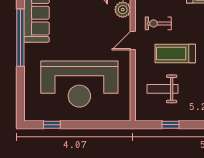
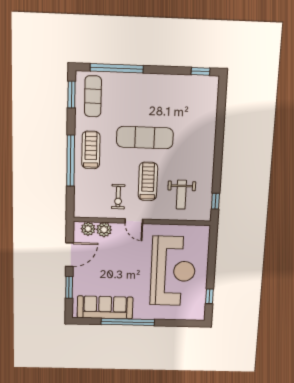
treadmill: (175, 54) -> (148, 181), turned 180
window: (171, 125) -> (215, 201), moved

